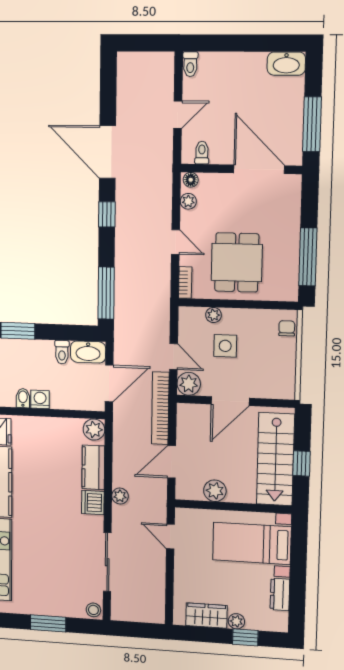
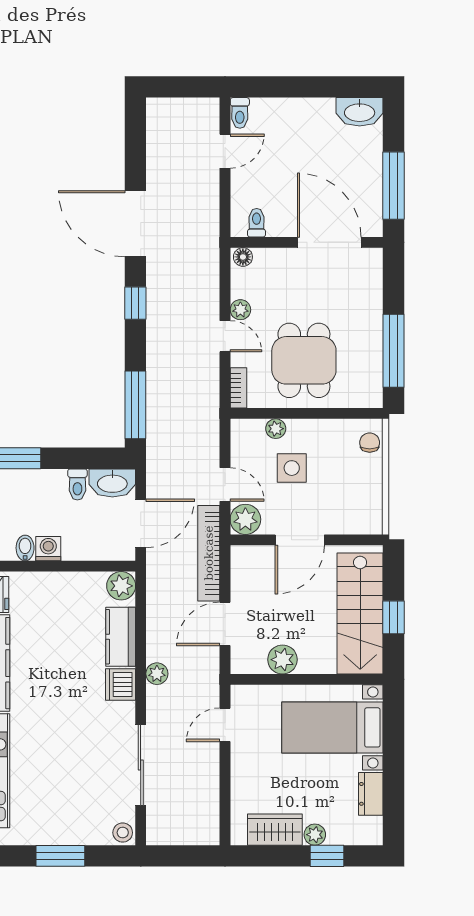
door: (178, 115) -> (225, 151), moved
plant: (188, 201) -> (240, 310), moved
door: (170, 537) -> (225, 725), hinge flipped

